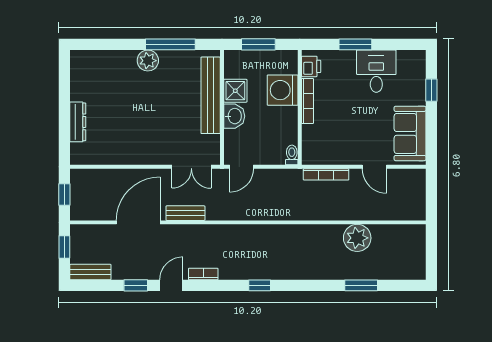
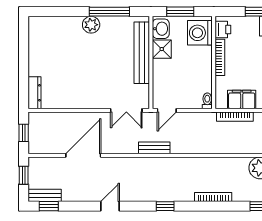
washing machine: (283, 90) -> (200, 33), moved
washbasin: (234, 116) -> (161, 29), moved
dresser: (78, 122) -> (35, 93), moved
filing cabinet: (334, 153) -> (242, 100), added
bench: (185, 213) -> (154, 148), moved
bookcase: (203, 274) -> (213, 197), moved, width x1.56
window: (136, 285) -> (49, 206), moved
window: (260, 285) -> (165, 206), moved

